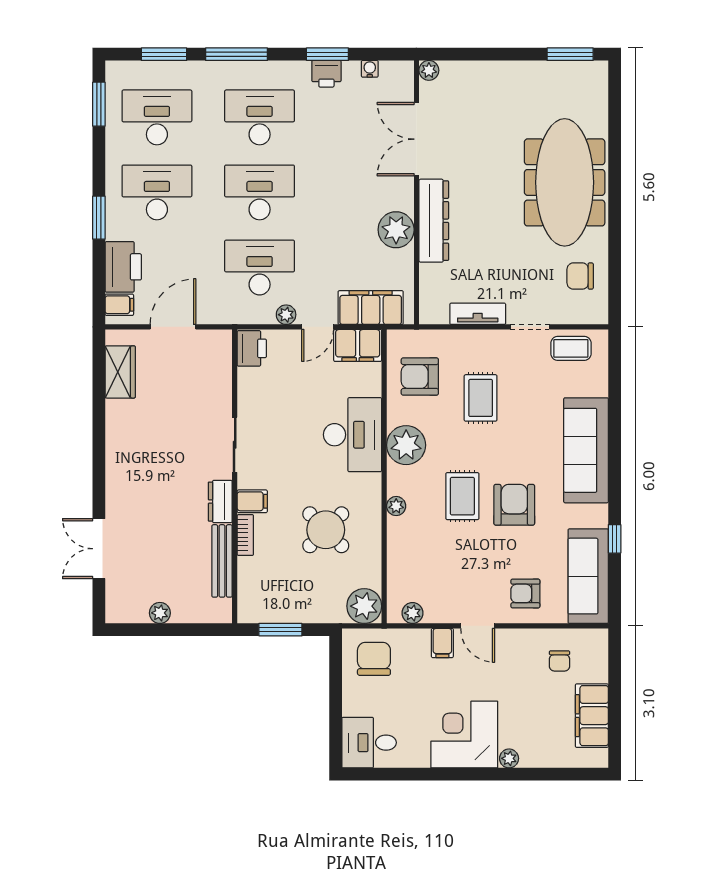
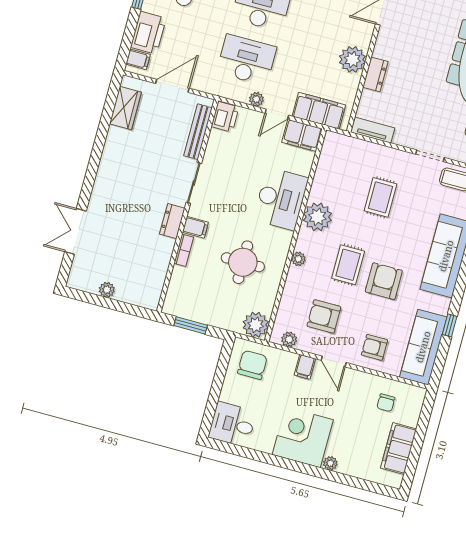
dresser: (434, 221) -> (375, 74), width x0.51, depth x0.80
tv unit: (478, 314) -> (373, 130), moved
armchair: (420, 377) -> (324, 316), moved
round table: (326, 530) -> (243, 262), turned 45
bench: (222, 561) -> (198, 132), moved

